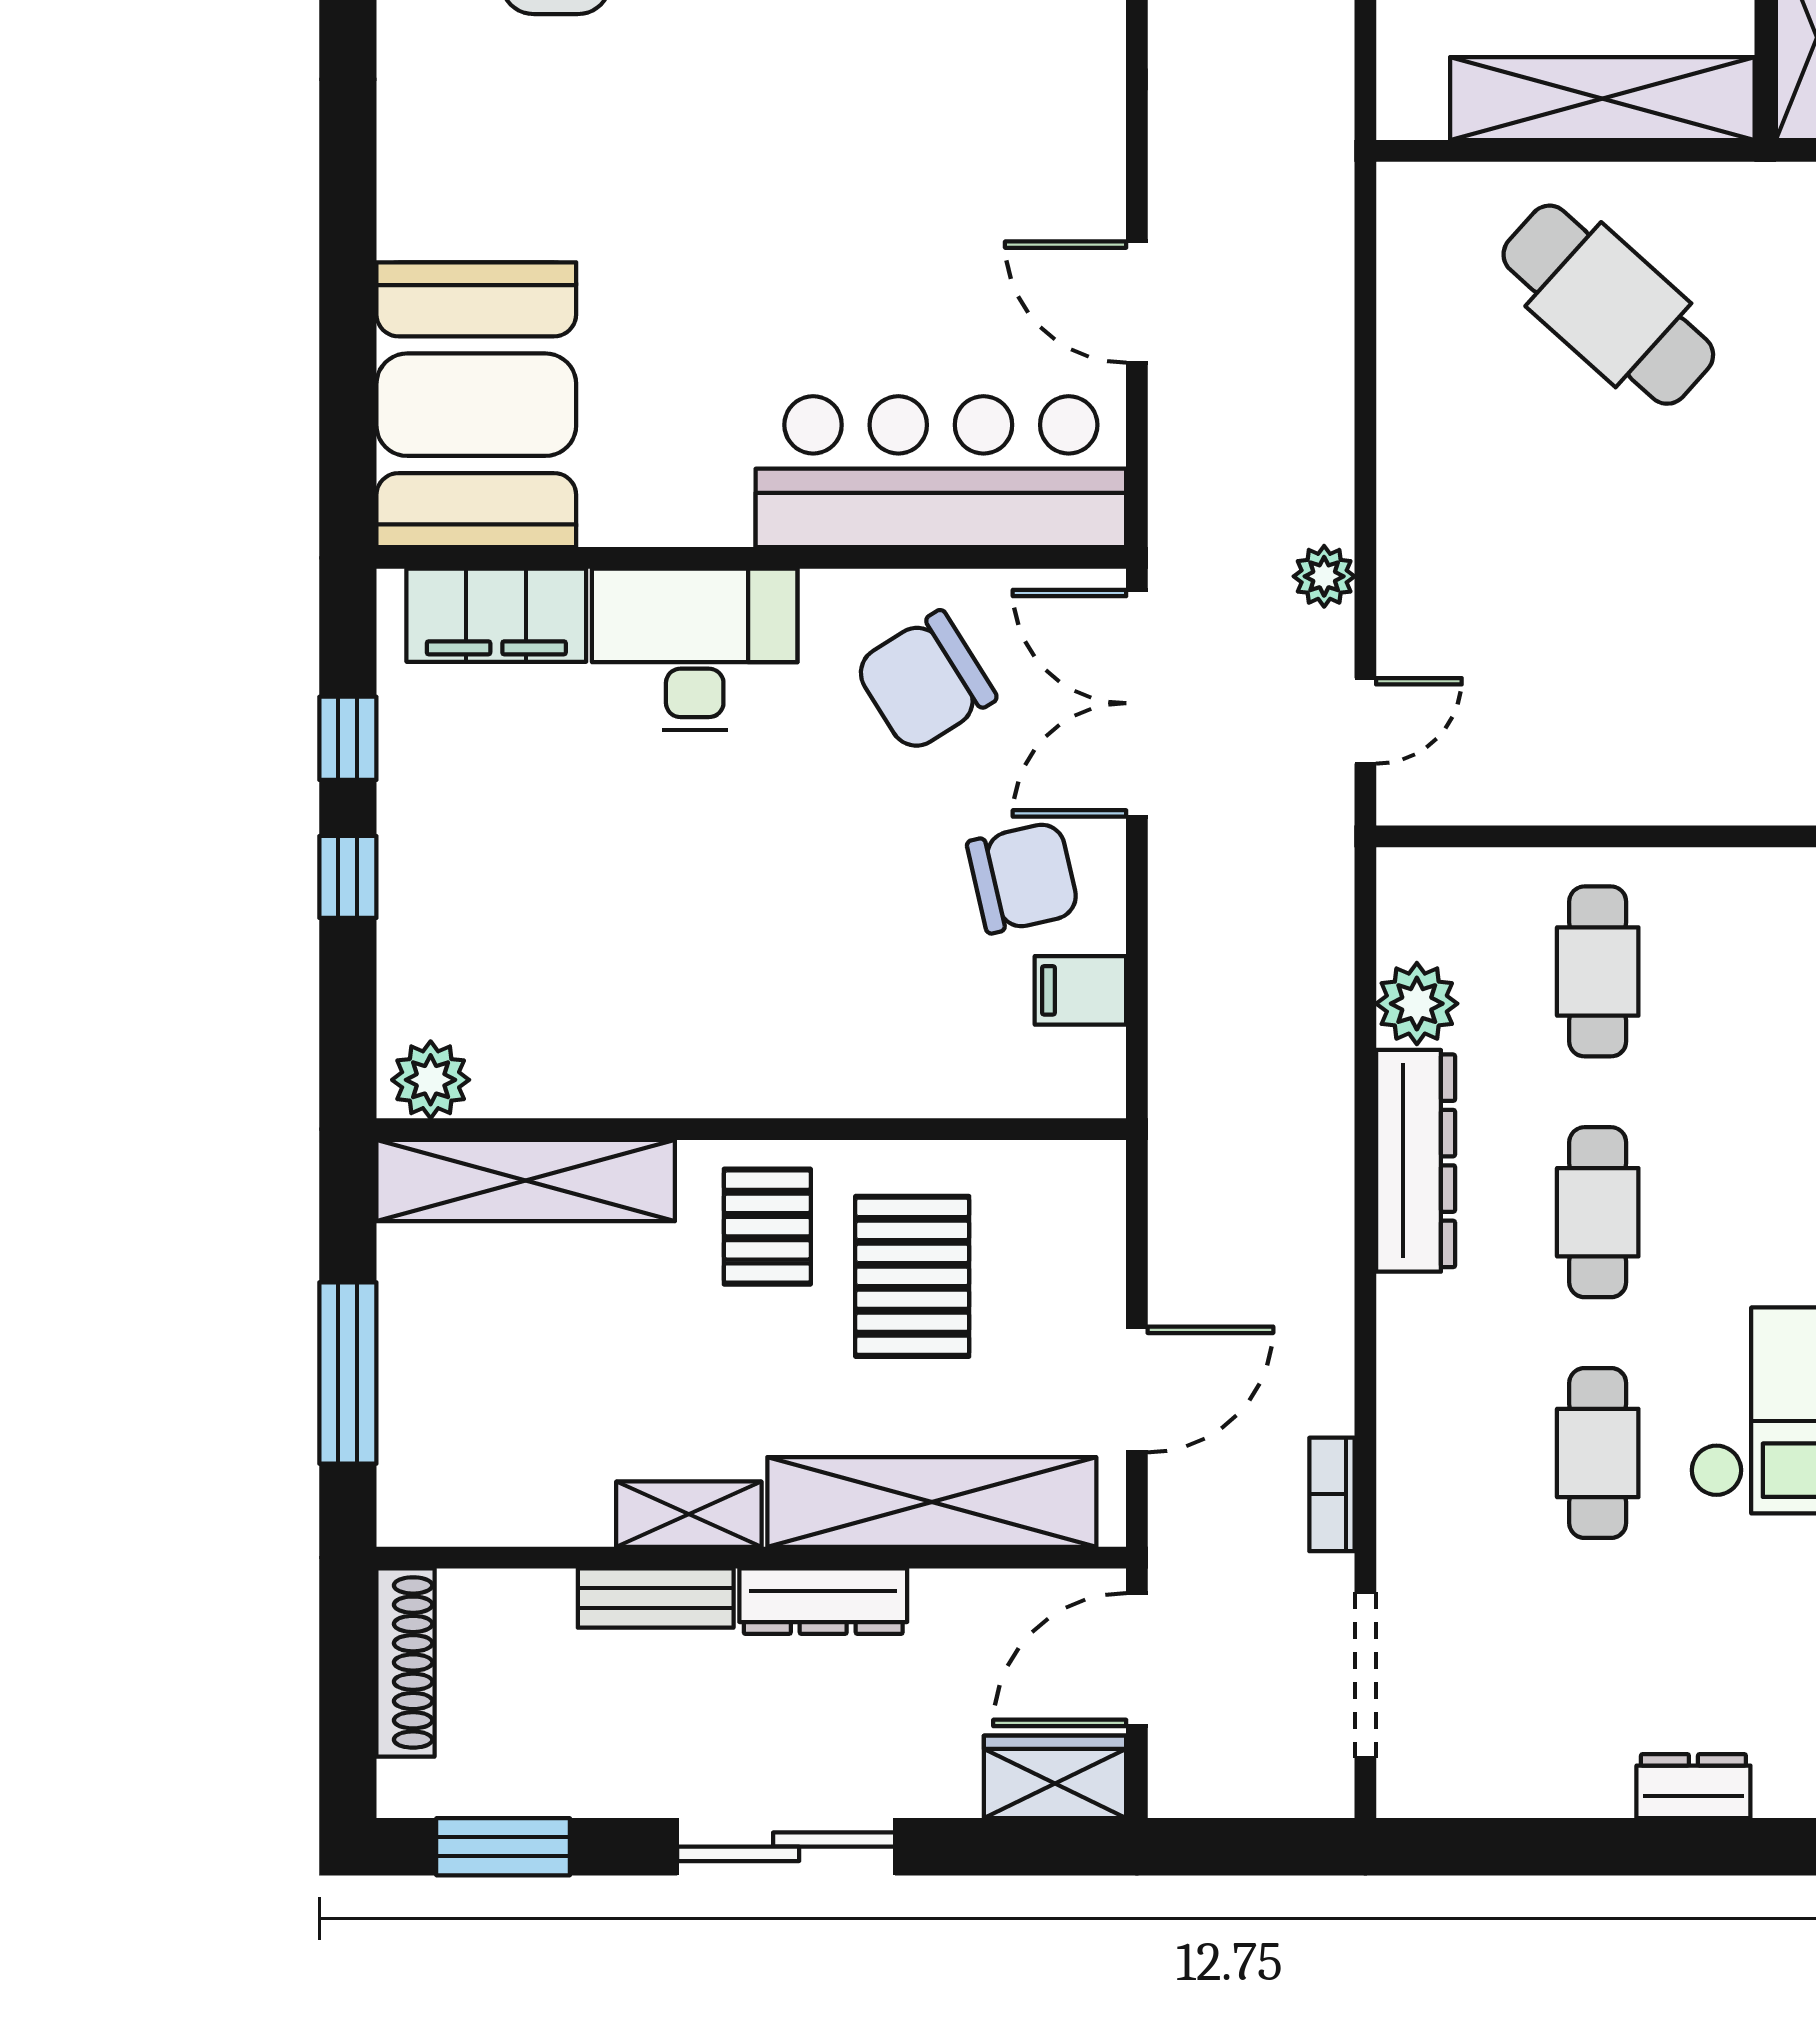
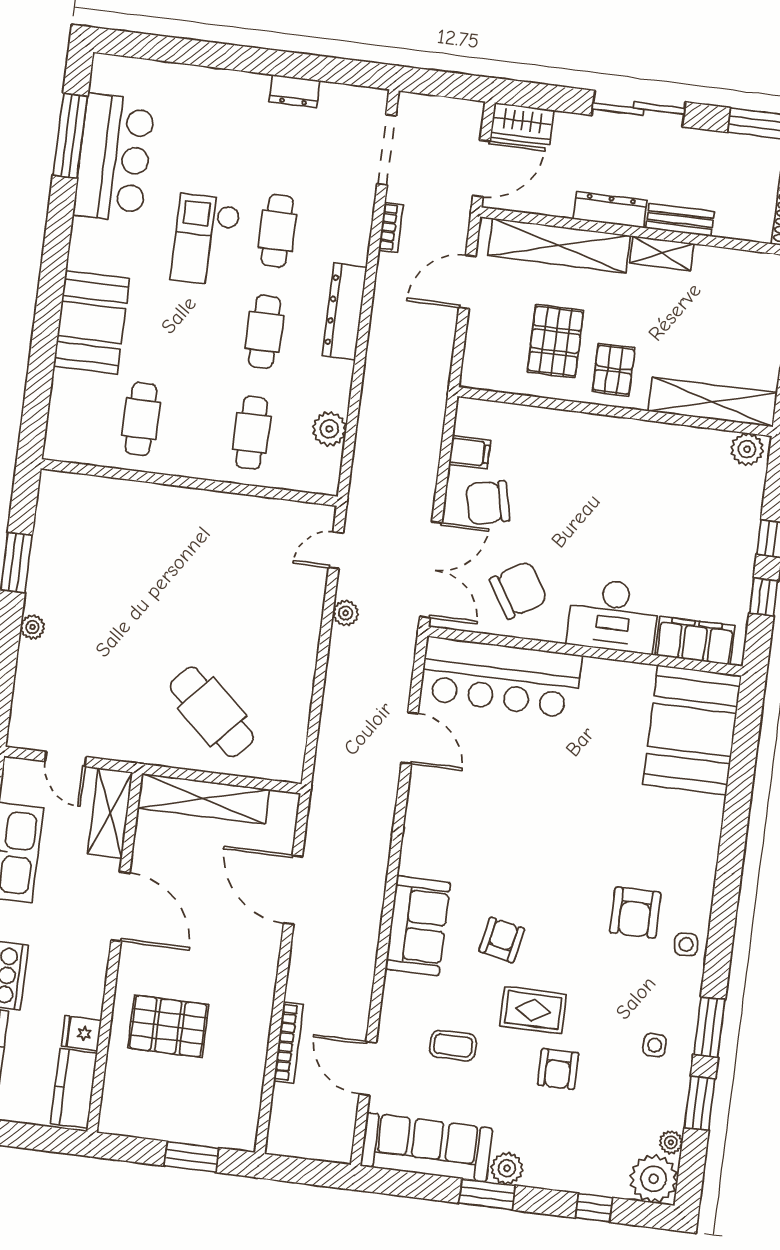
dresser: (1416, 1161) -> (345, 311), moved
dresser: (1693, 1786) -> (294, 91), moved

